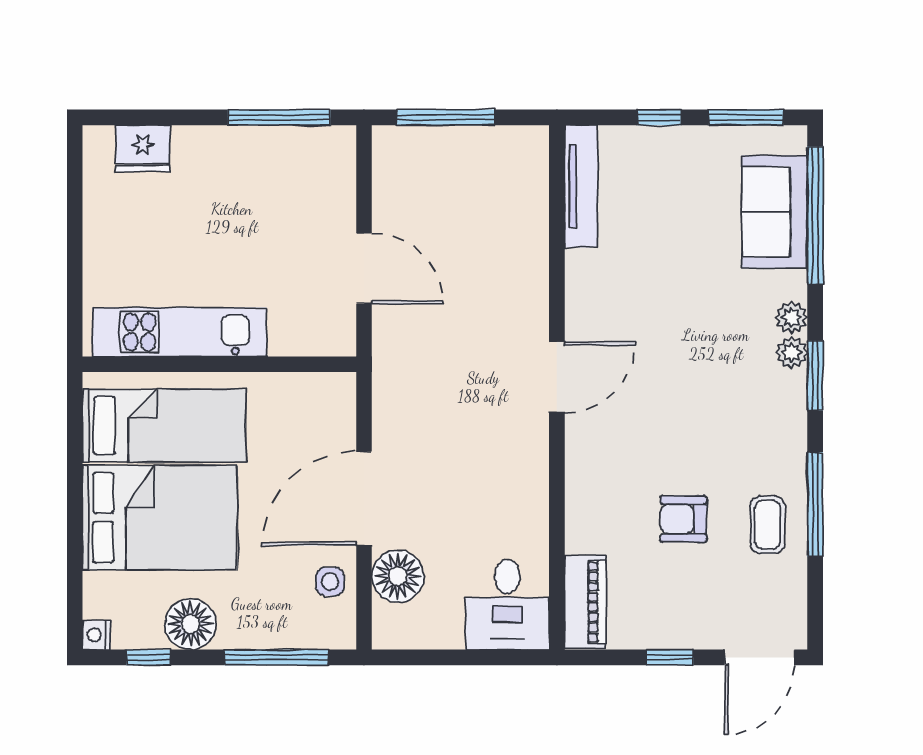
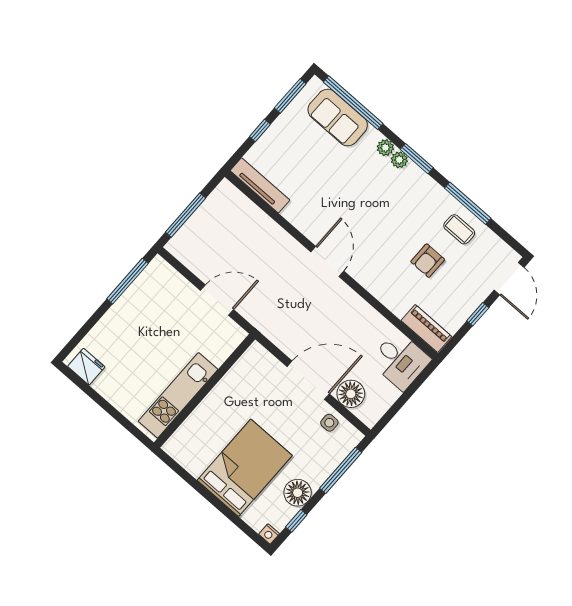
fridge: (143, 148) -> (86, 367), moved, turned -90
bed: (164, 426) -> (210, 434), removed
door: (364, 498) -> (308, 380), swing flipped

